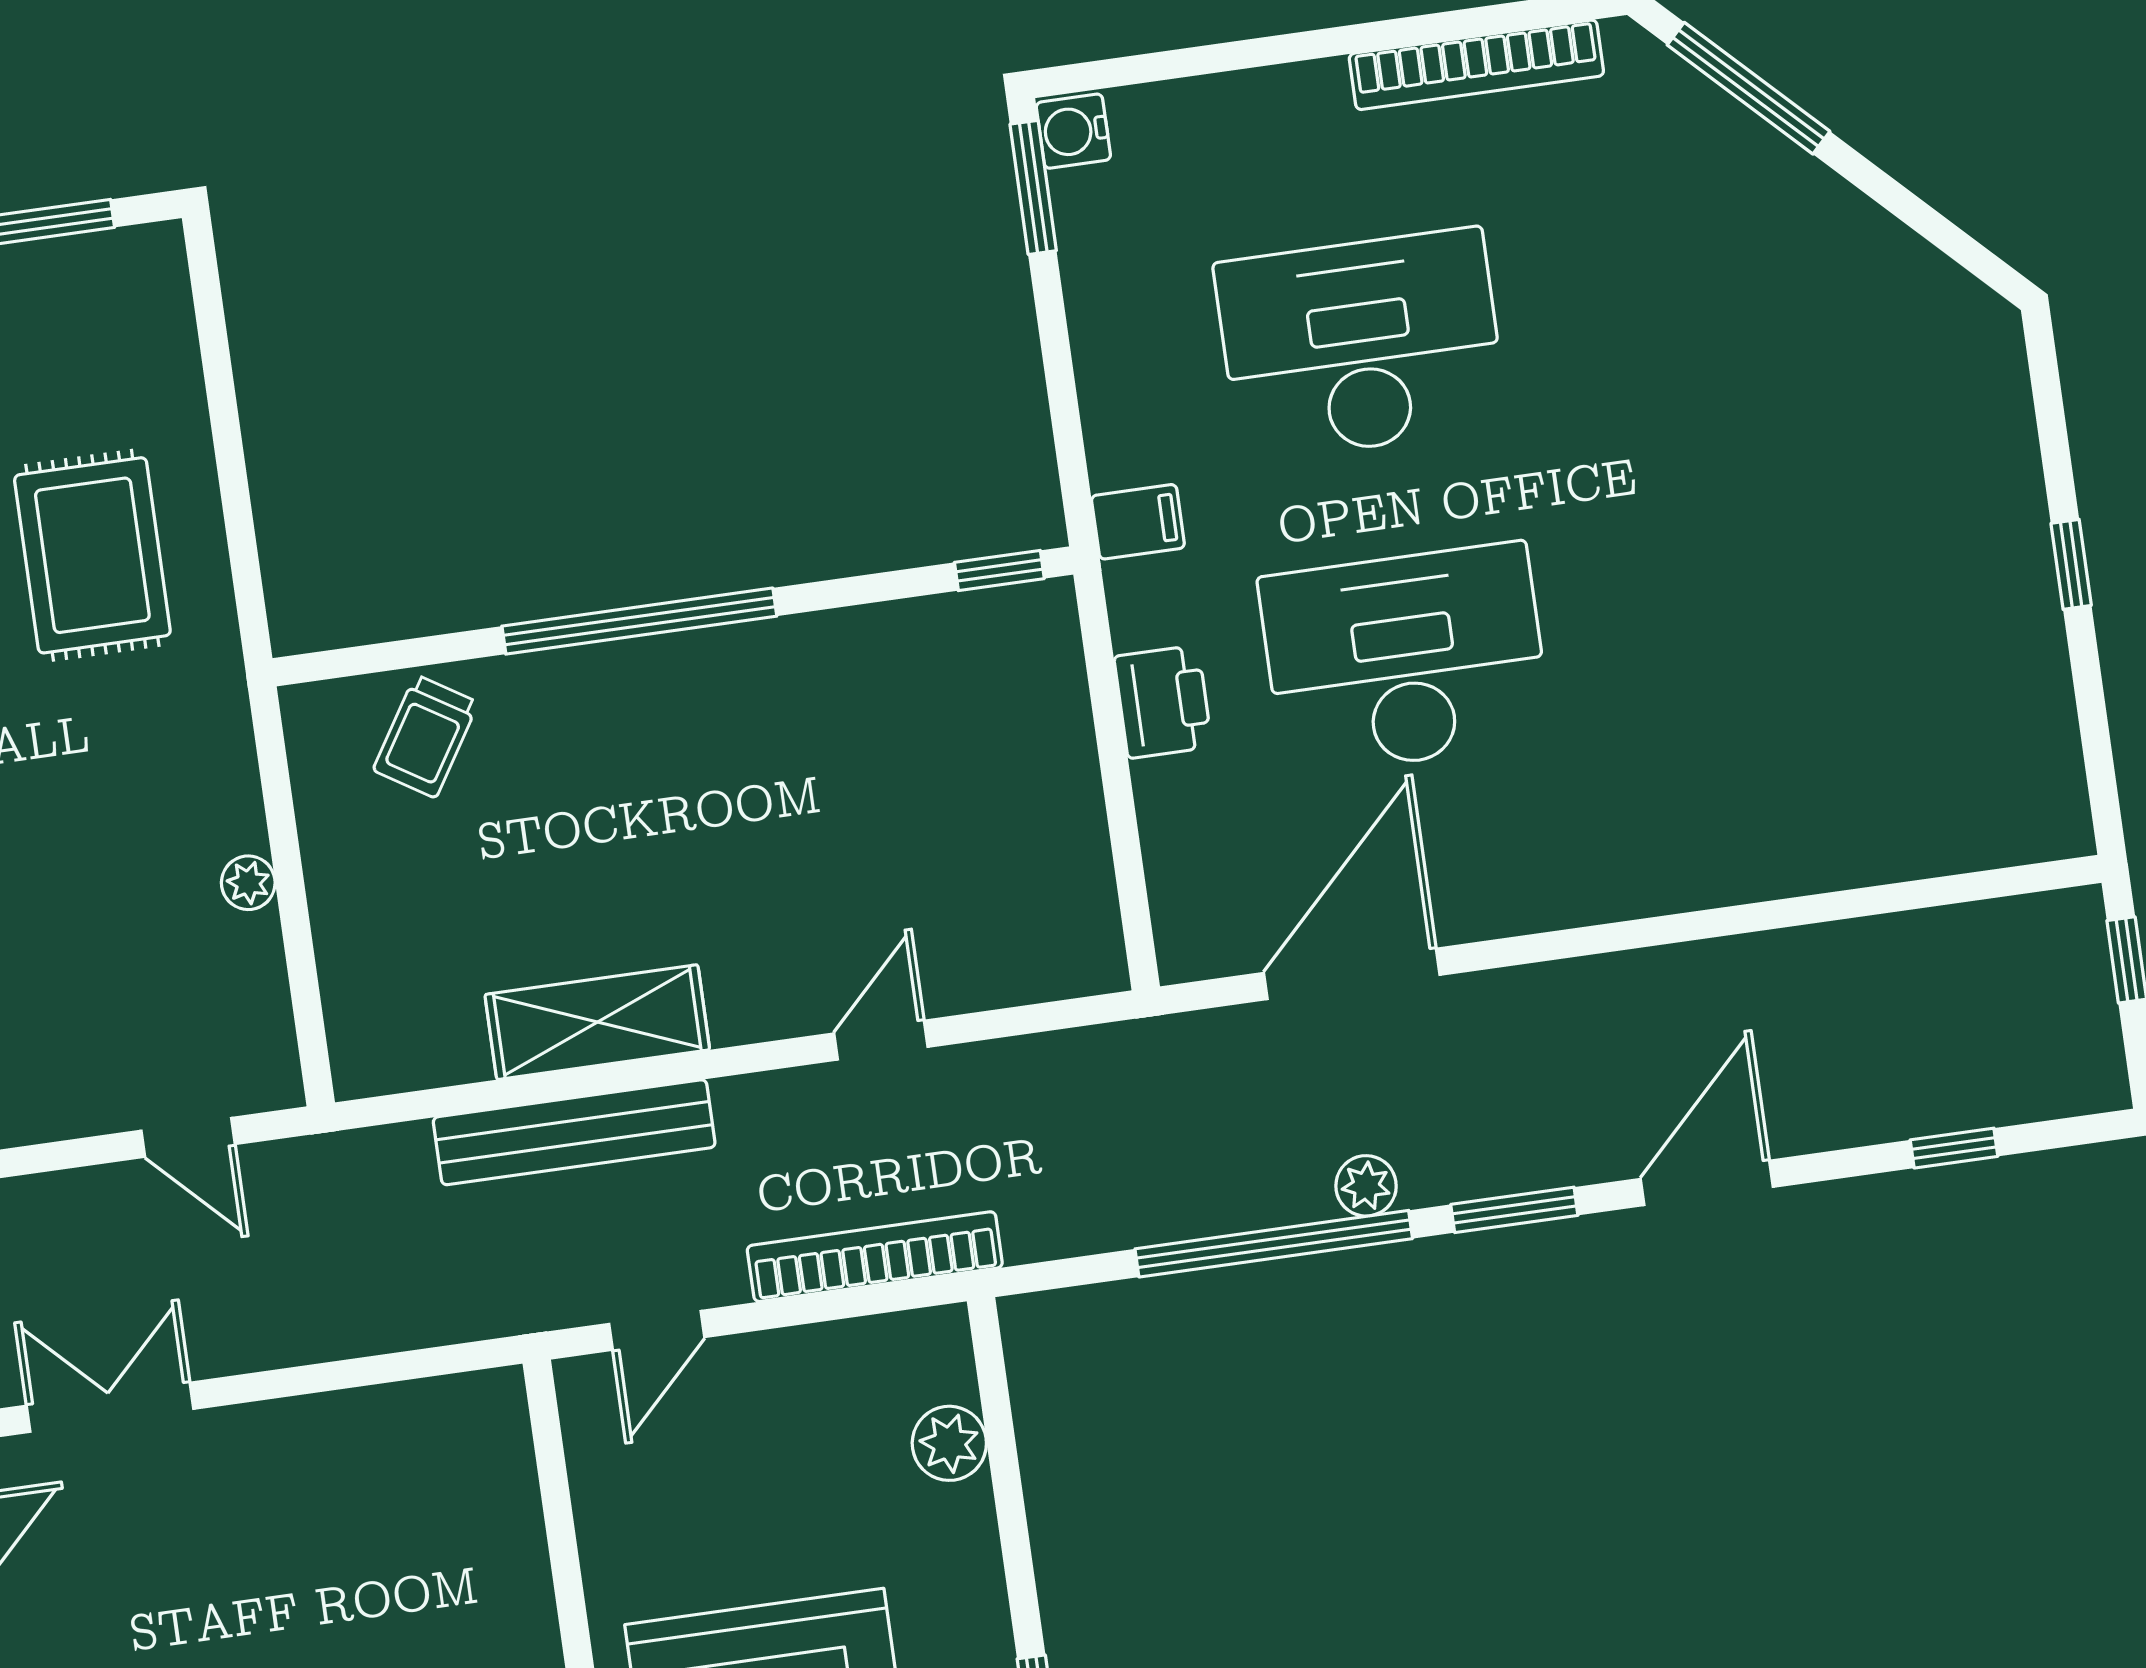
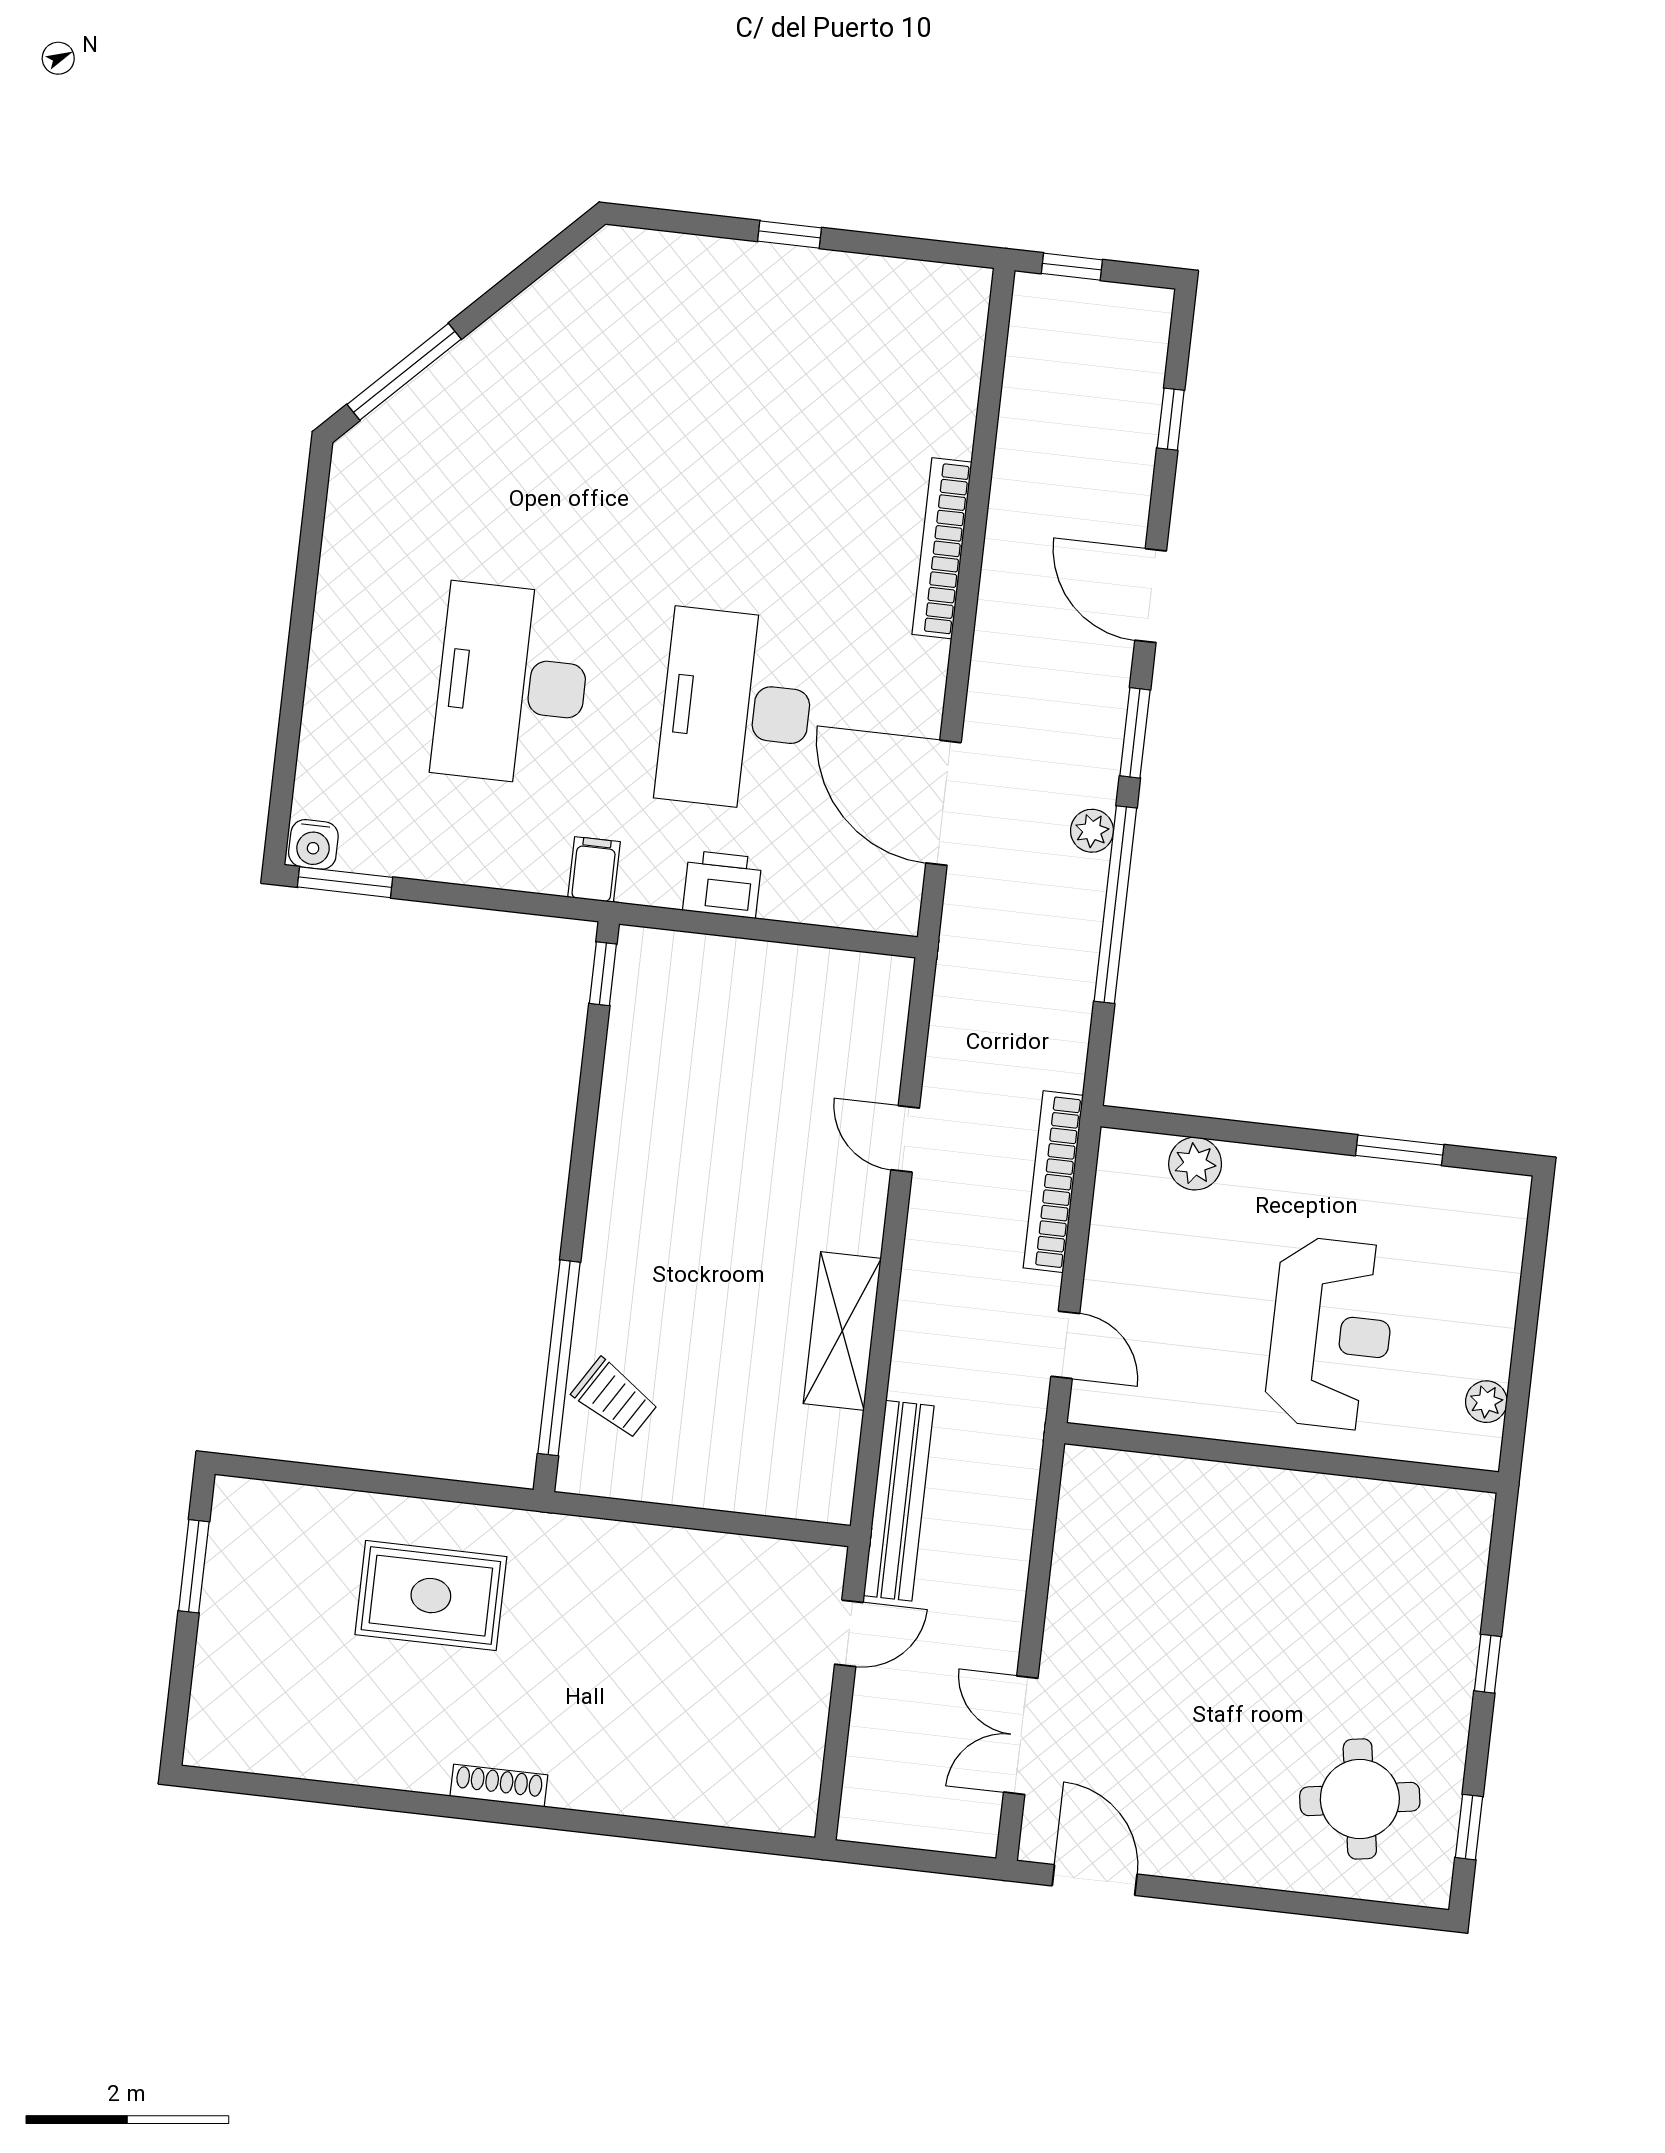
bookcase: (1476, 65) -> (942, 548), moved, turned 180
window: (639, 621) -> (559, 1358), moved
plant: (248, 883) -> (684, 1547), removed
bench: (574, 1132) -> (899, 1501), moved

